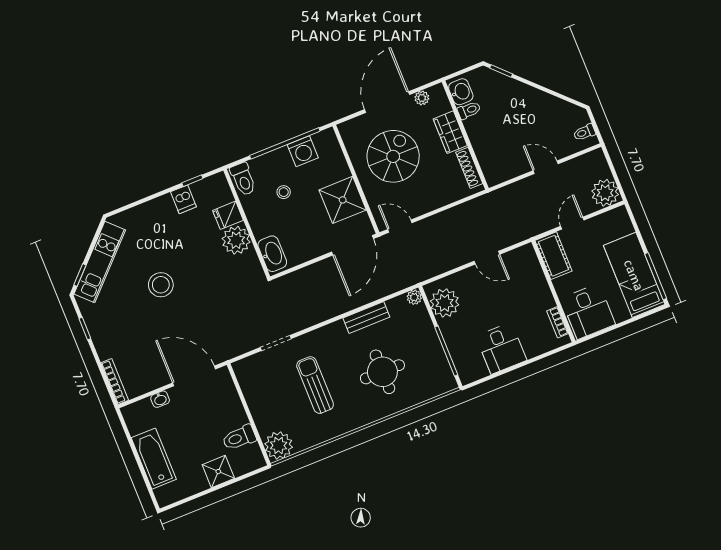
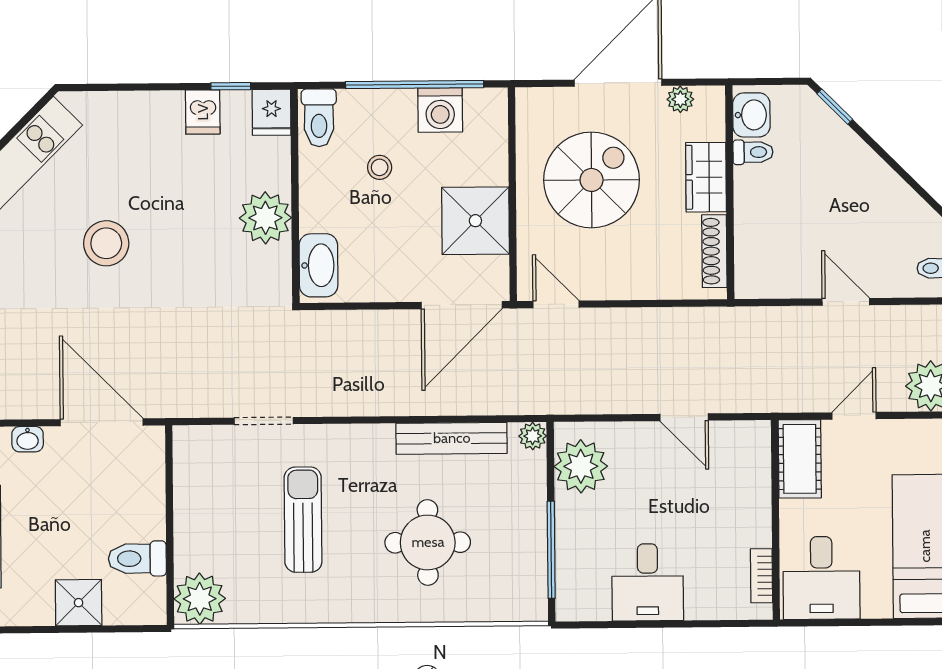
fridge: (228, 215) -> (271, 112), moved, turned -90
bench: (366, 318) -> (452, 438), width x1.36

